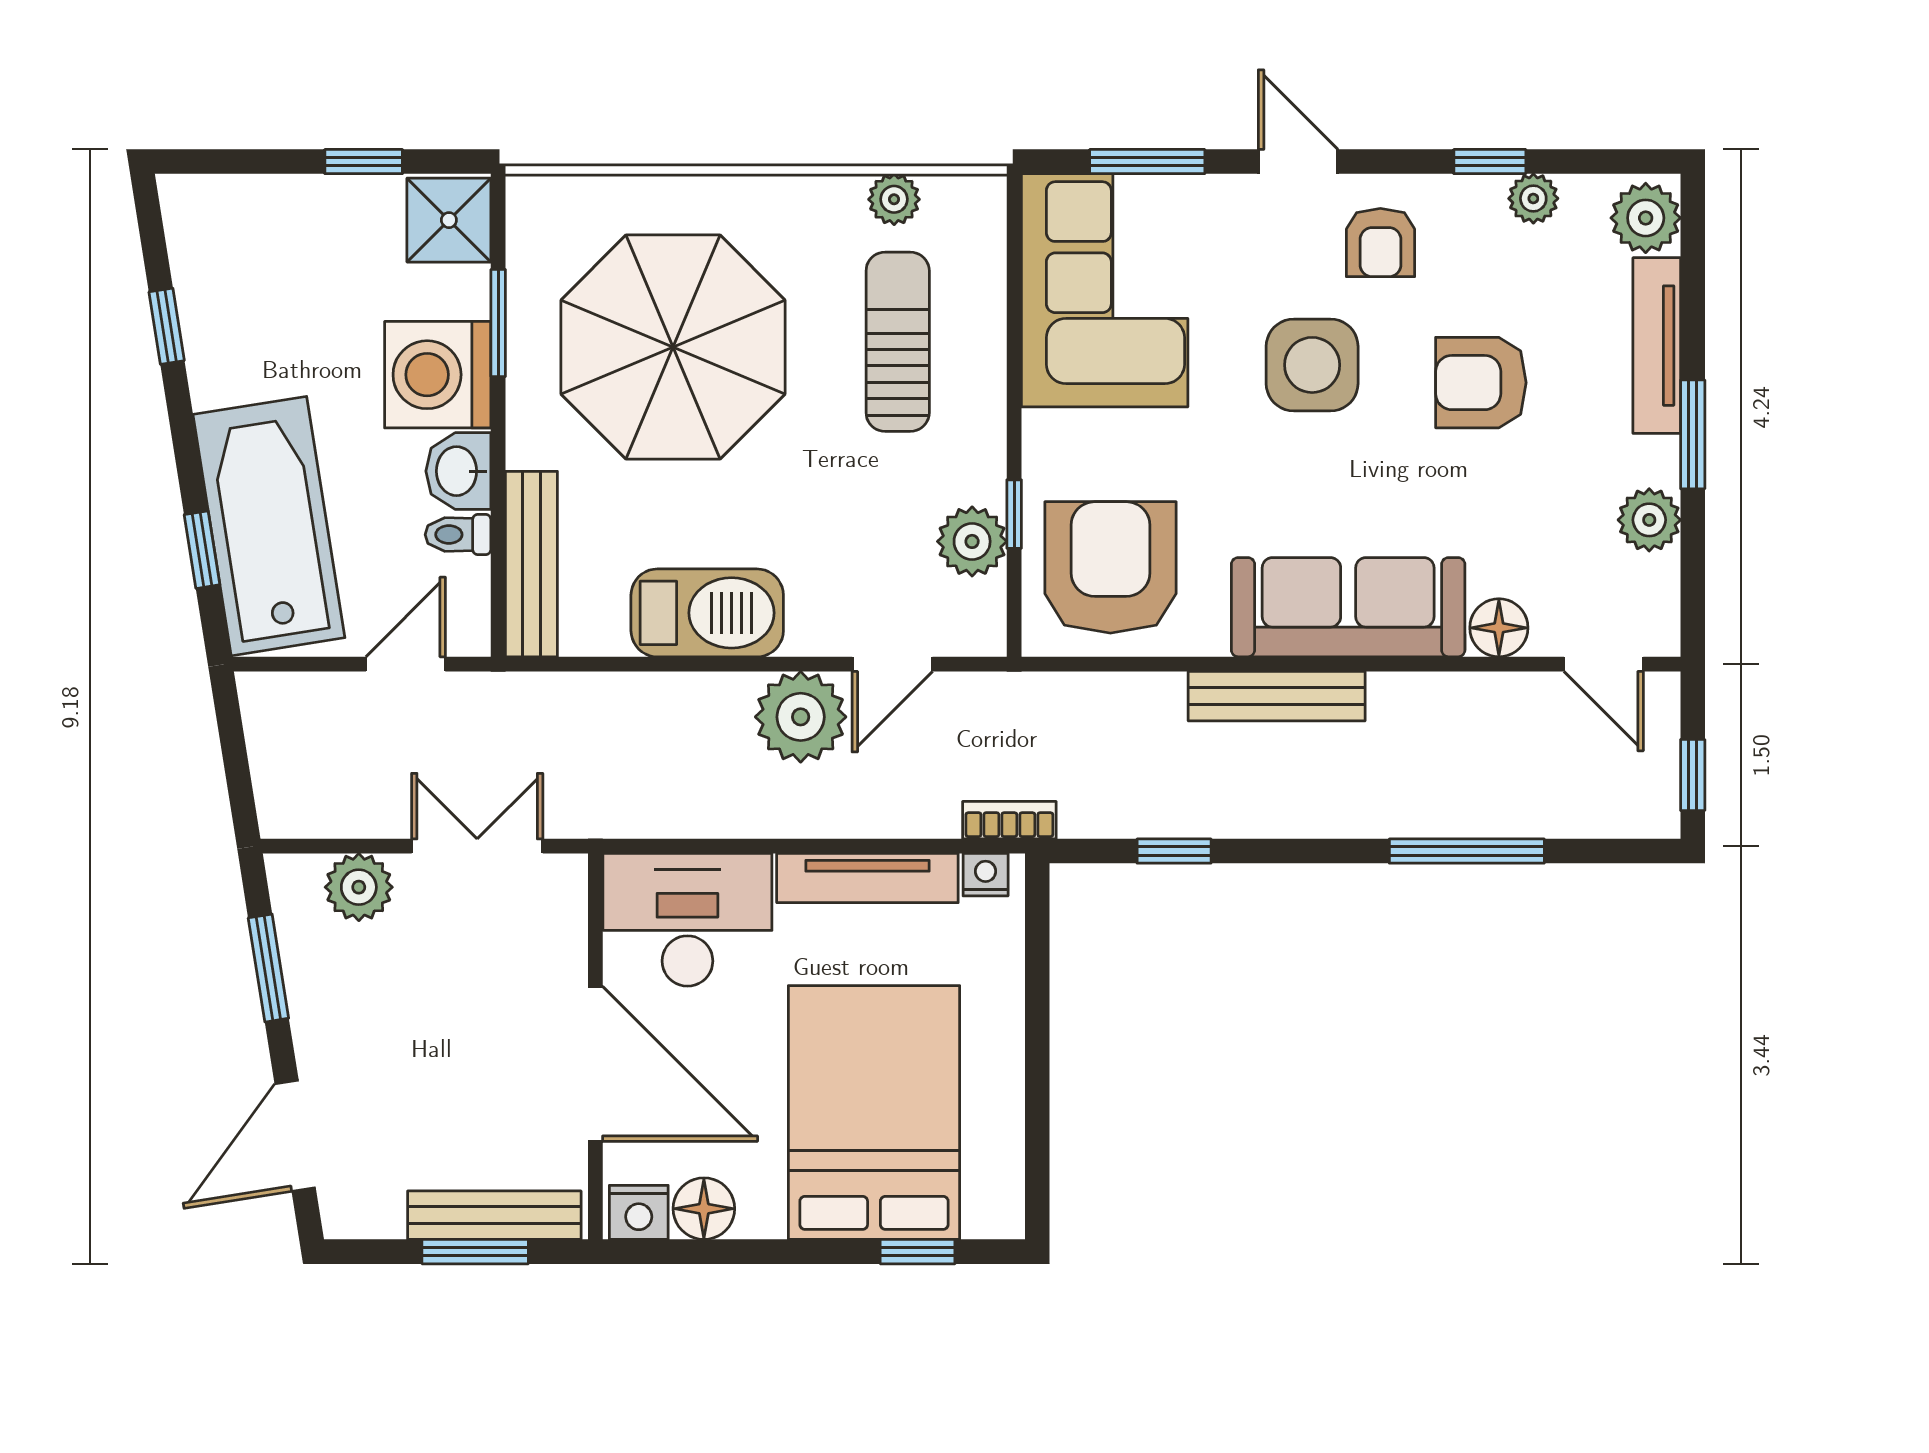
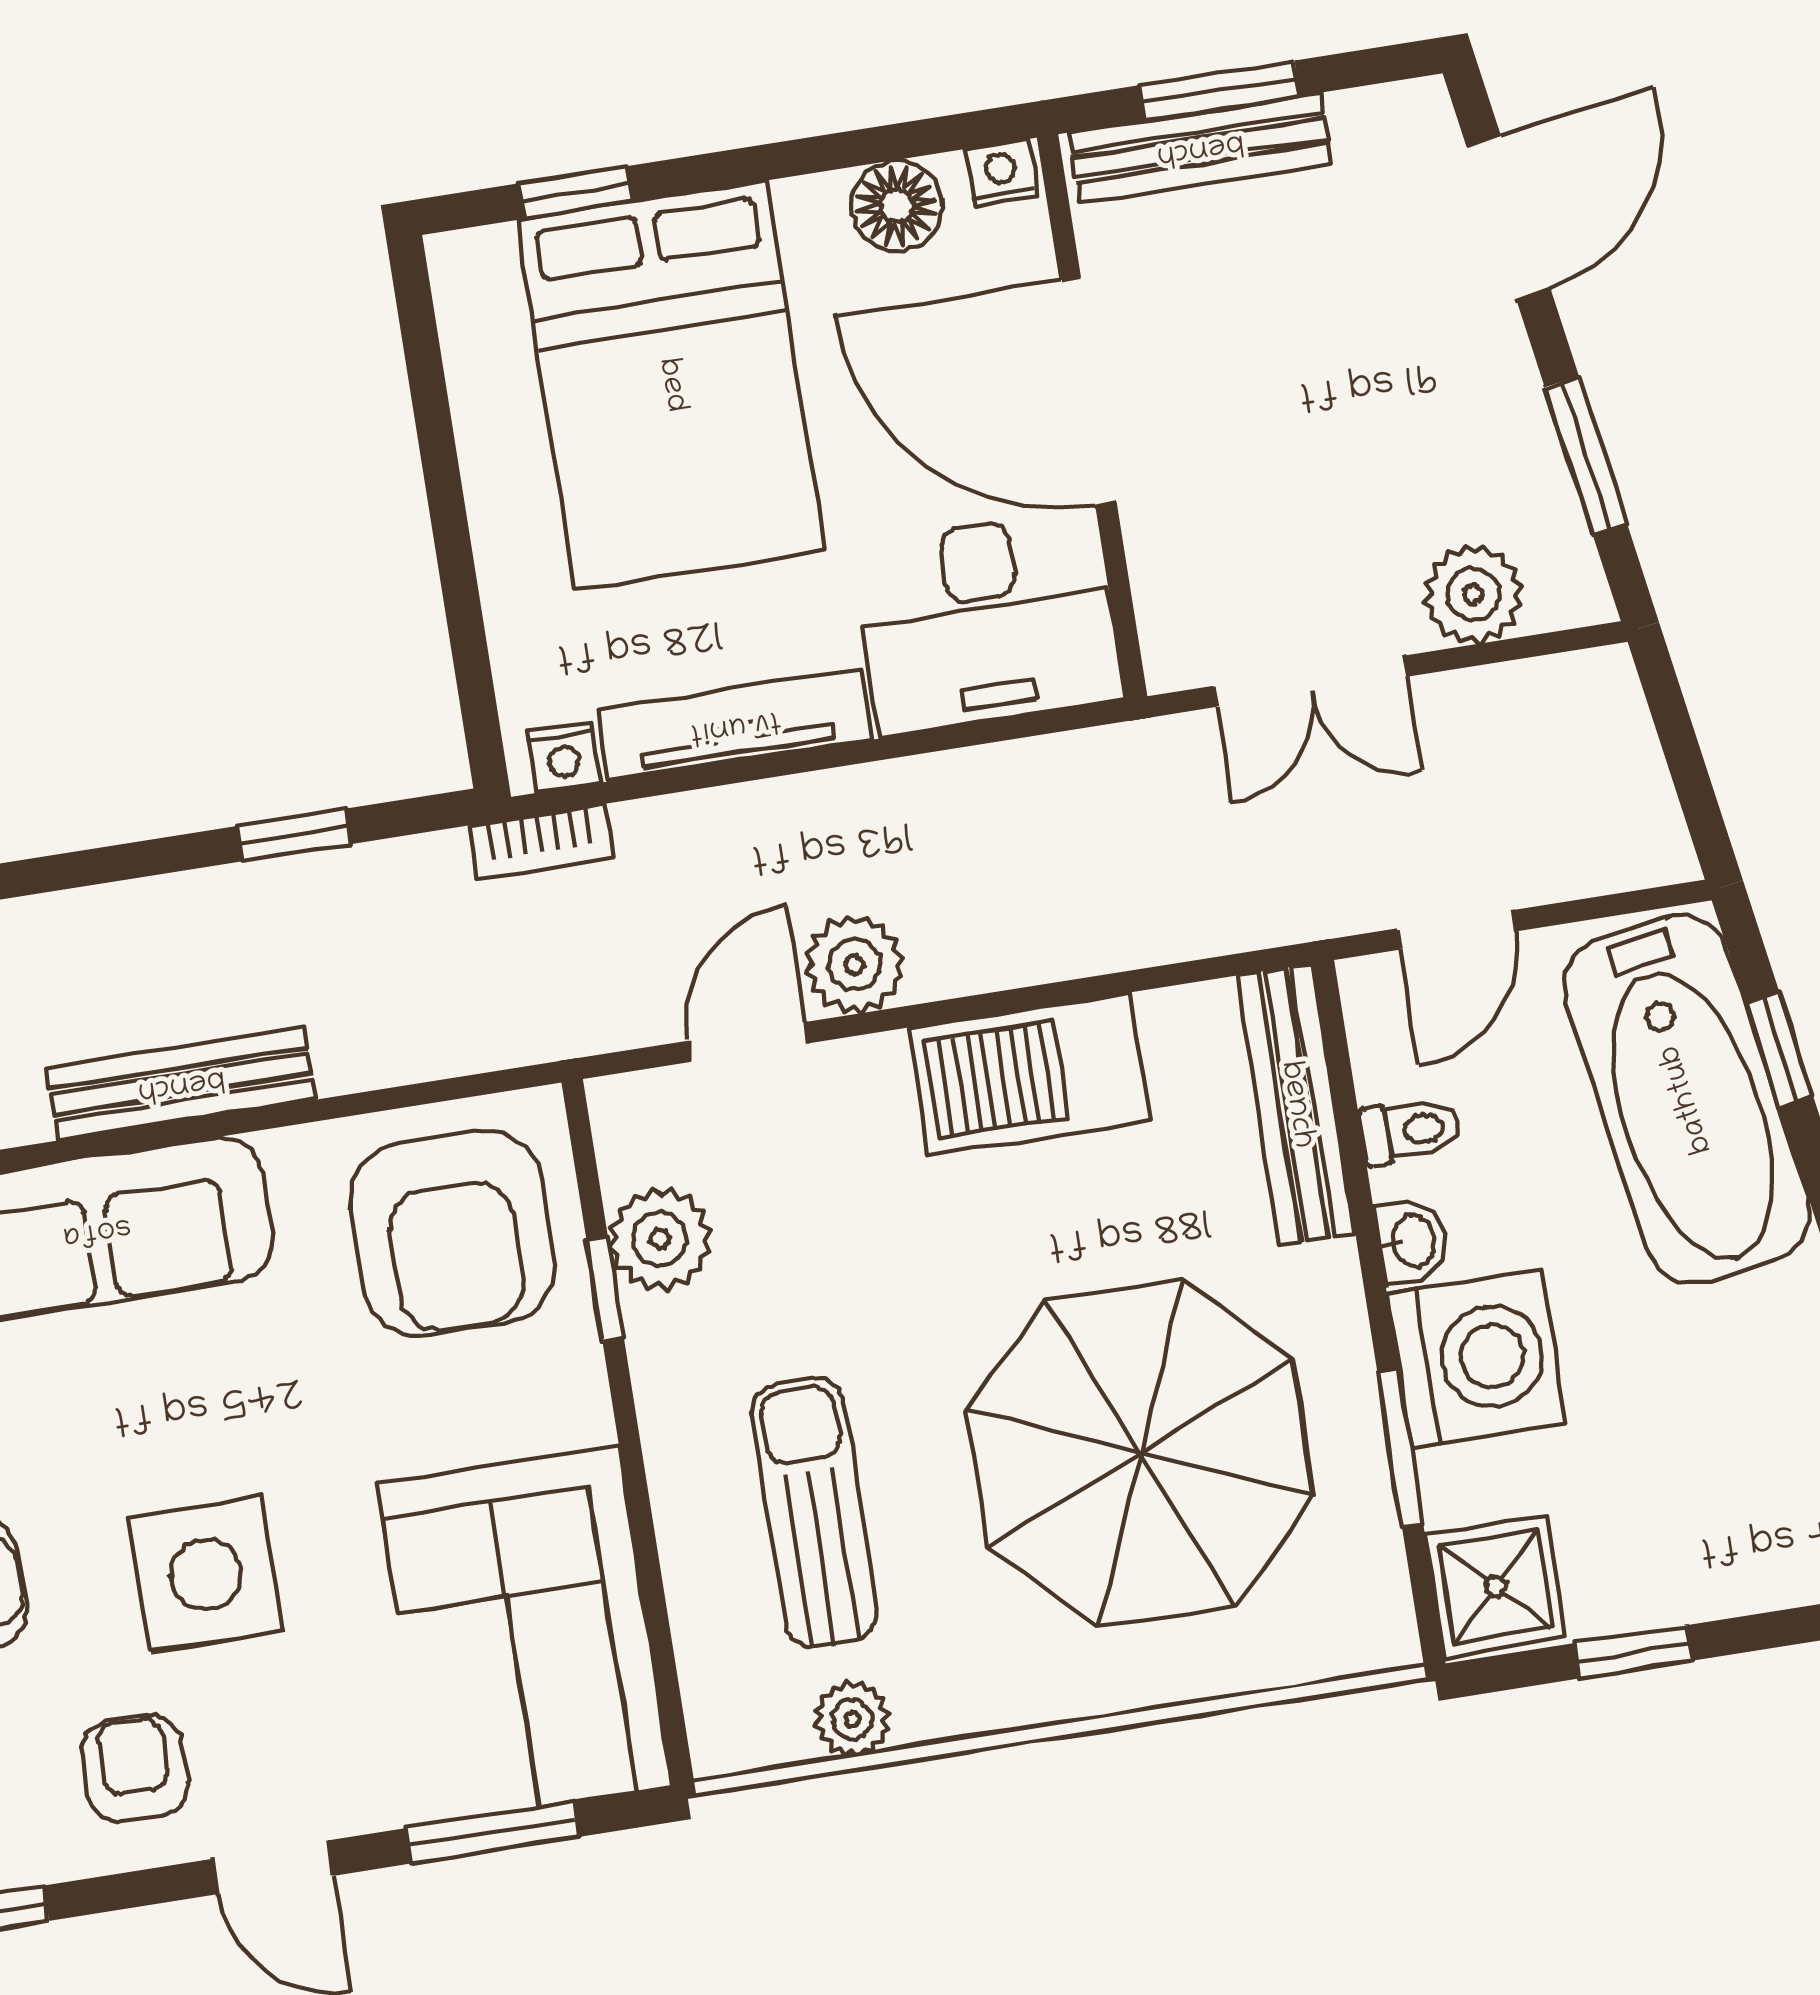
sun lounger: (898, 342) -> (814, 1513), turned 180
washbasin: (458, 471) -> (1412, 1241), width x0.72, depth x0.69
plant: (801, 717) -> (854, 965), width x0.73, depth x0.73
nightstand: (639, 1212) -> (1001, 173), width x0.72, depth x0.74

